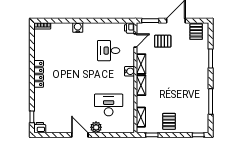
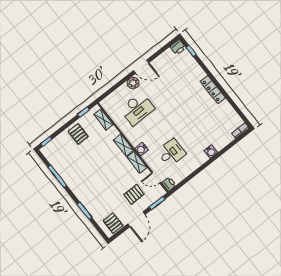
door: (135, 41) -> (156, 178), hinge flipped

